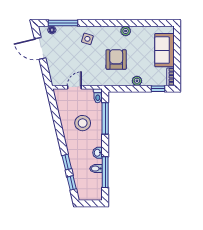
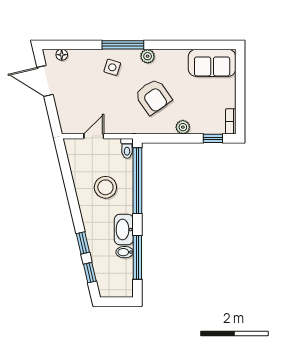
window: (63, 23) -> (123, 45), moved
plant: (126, 31) -> (148, 56), moved
sofa: (165, 50) -> (212, 63), moved, turned -90
armchair: (116, 59) -> (153, 97), turned 145
window: (105, 118) -> (137, 181), width x1.46
washbasin: (98, 153) -> (124, 230), width x1.91, depth x1.45

